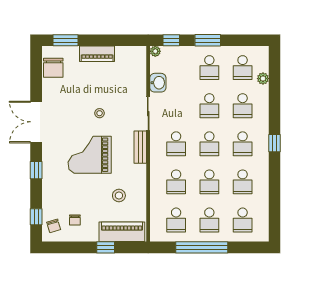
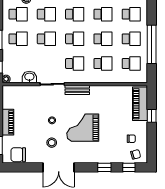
chair: (53, 68) -> (18, 155), turned 180
grand piano: (90, 155) -> (83, 128), turned 90
window: (36, 170) -> (104, 167), moved
stool: (119, 196) -> (52, 143), moved

